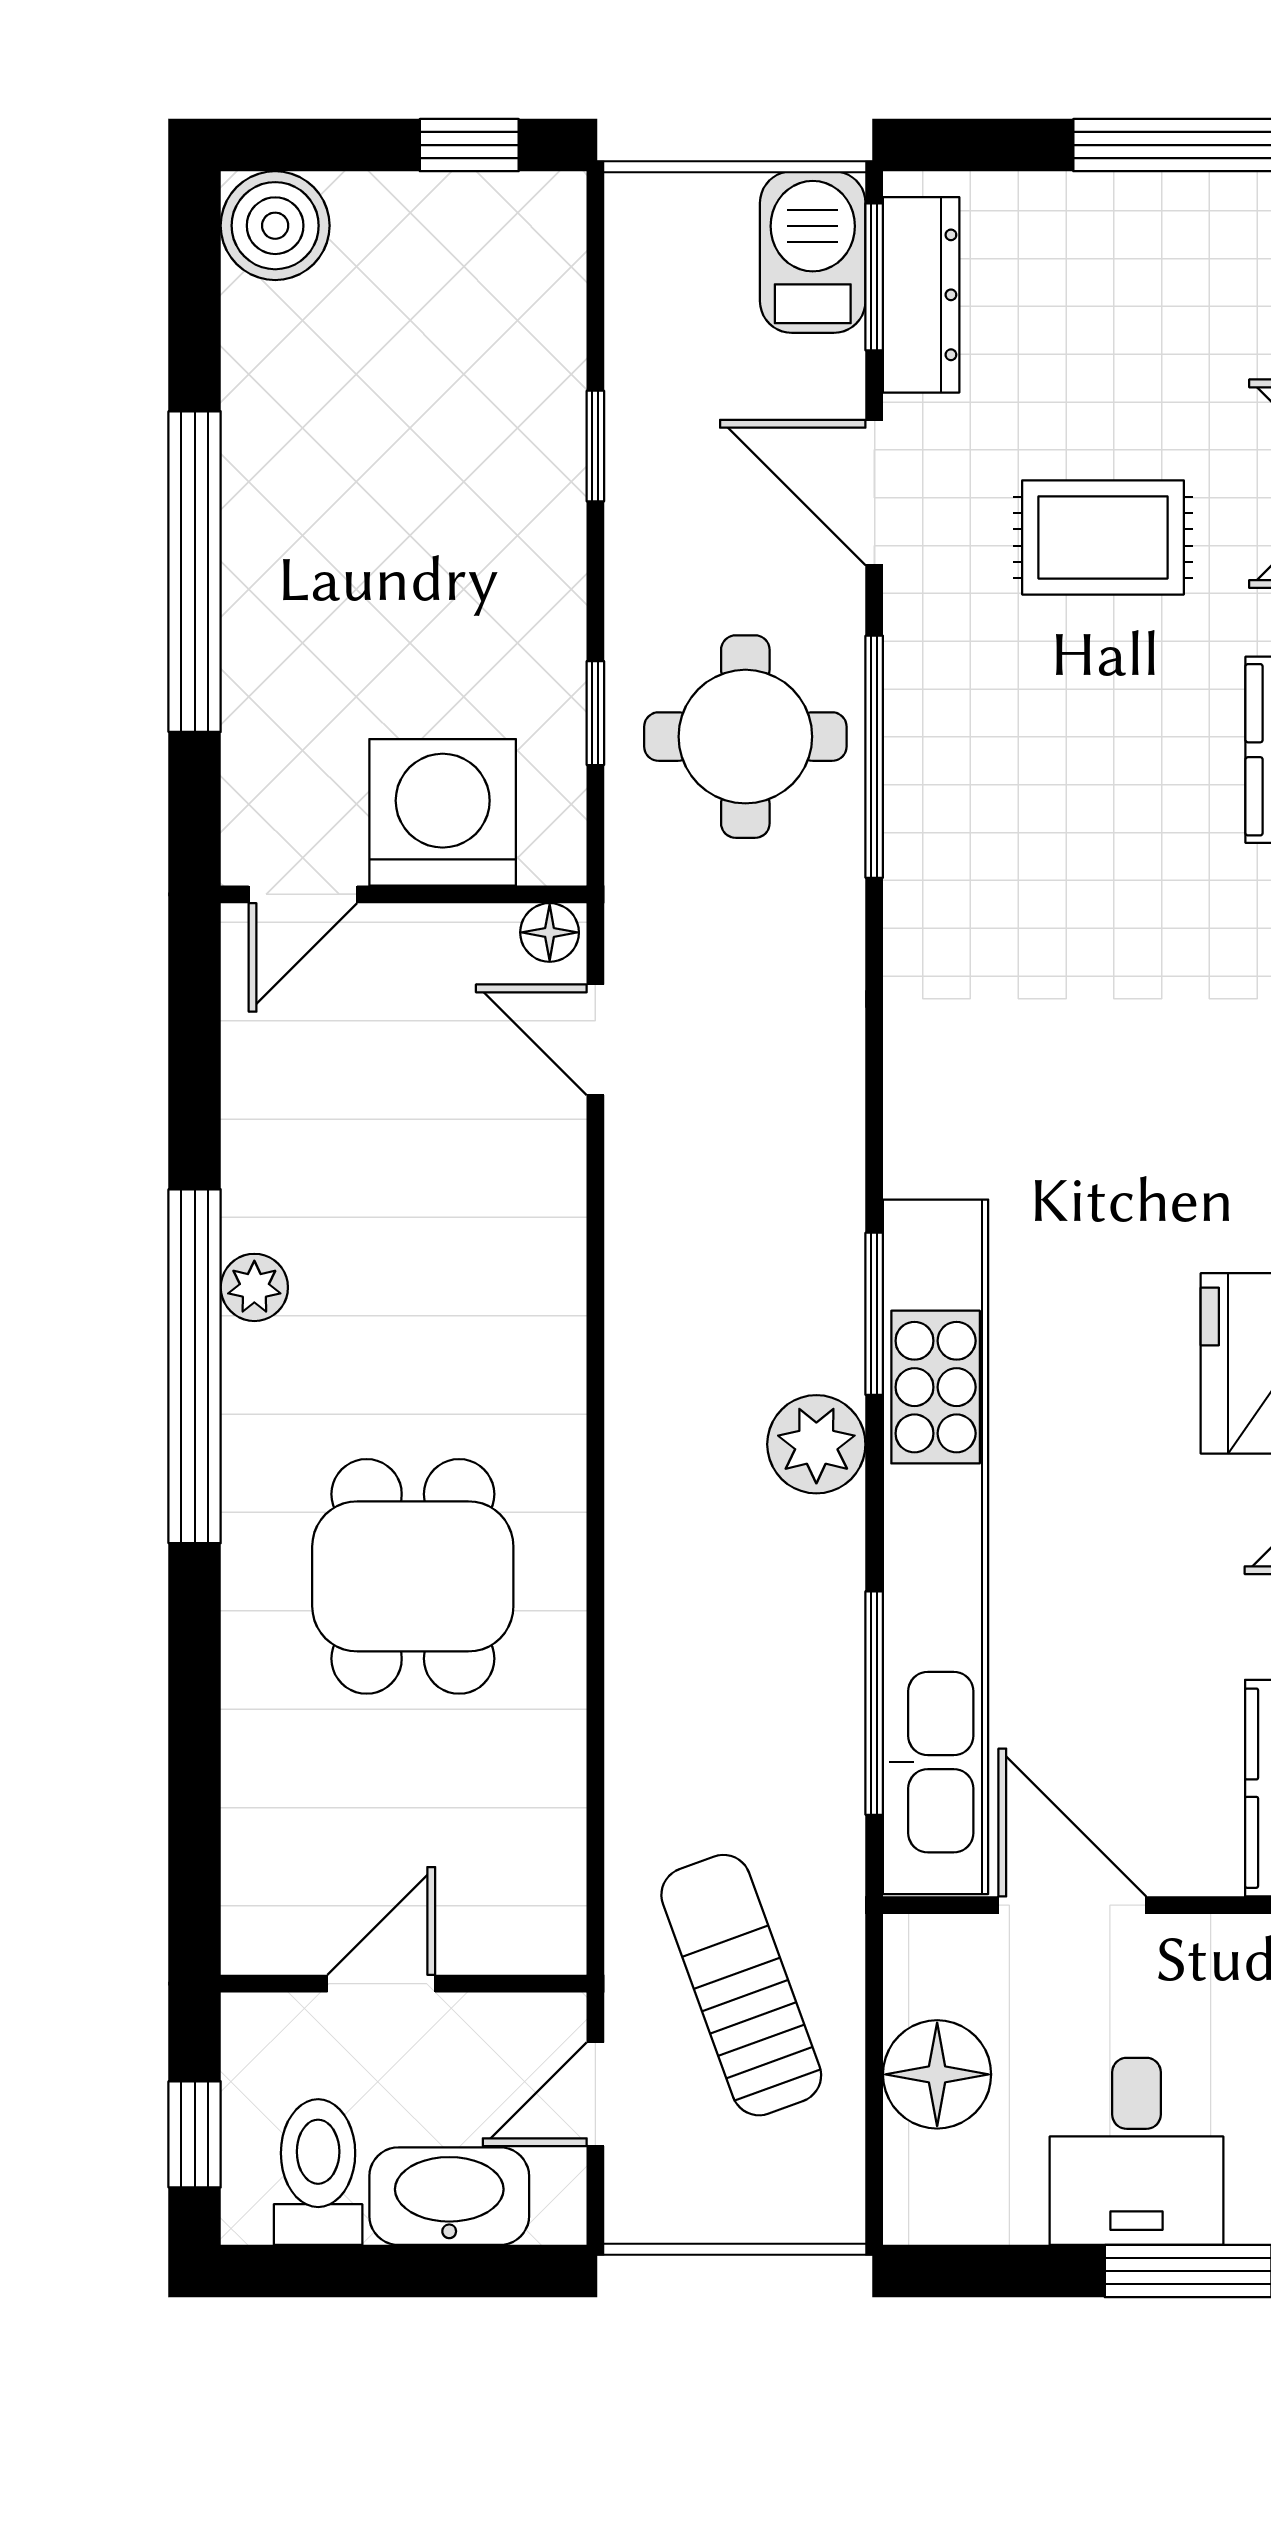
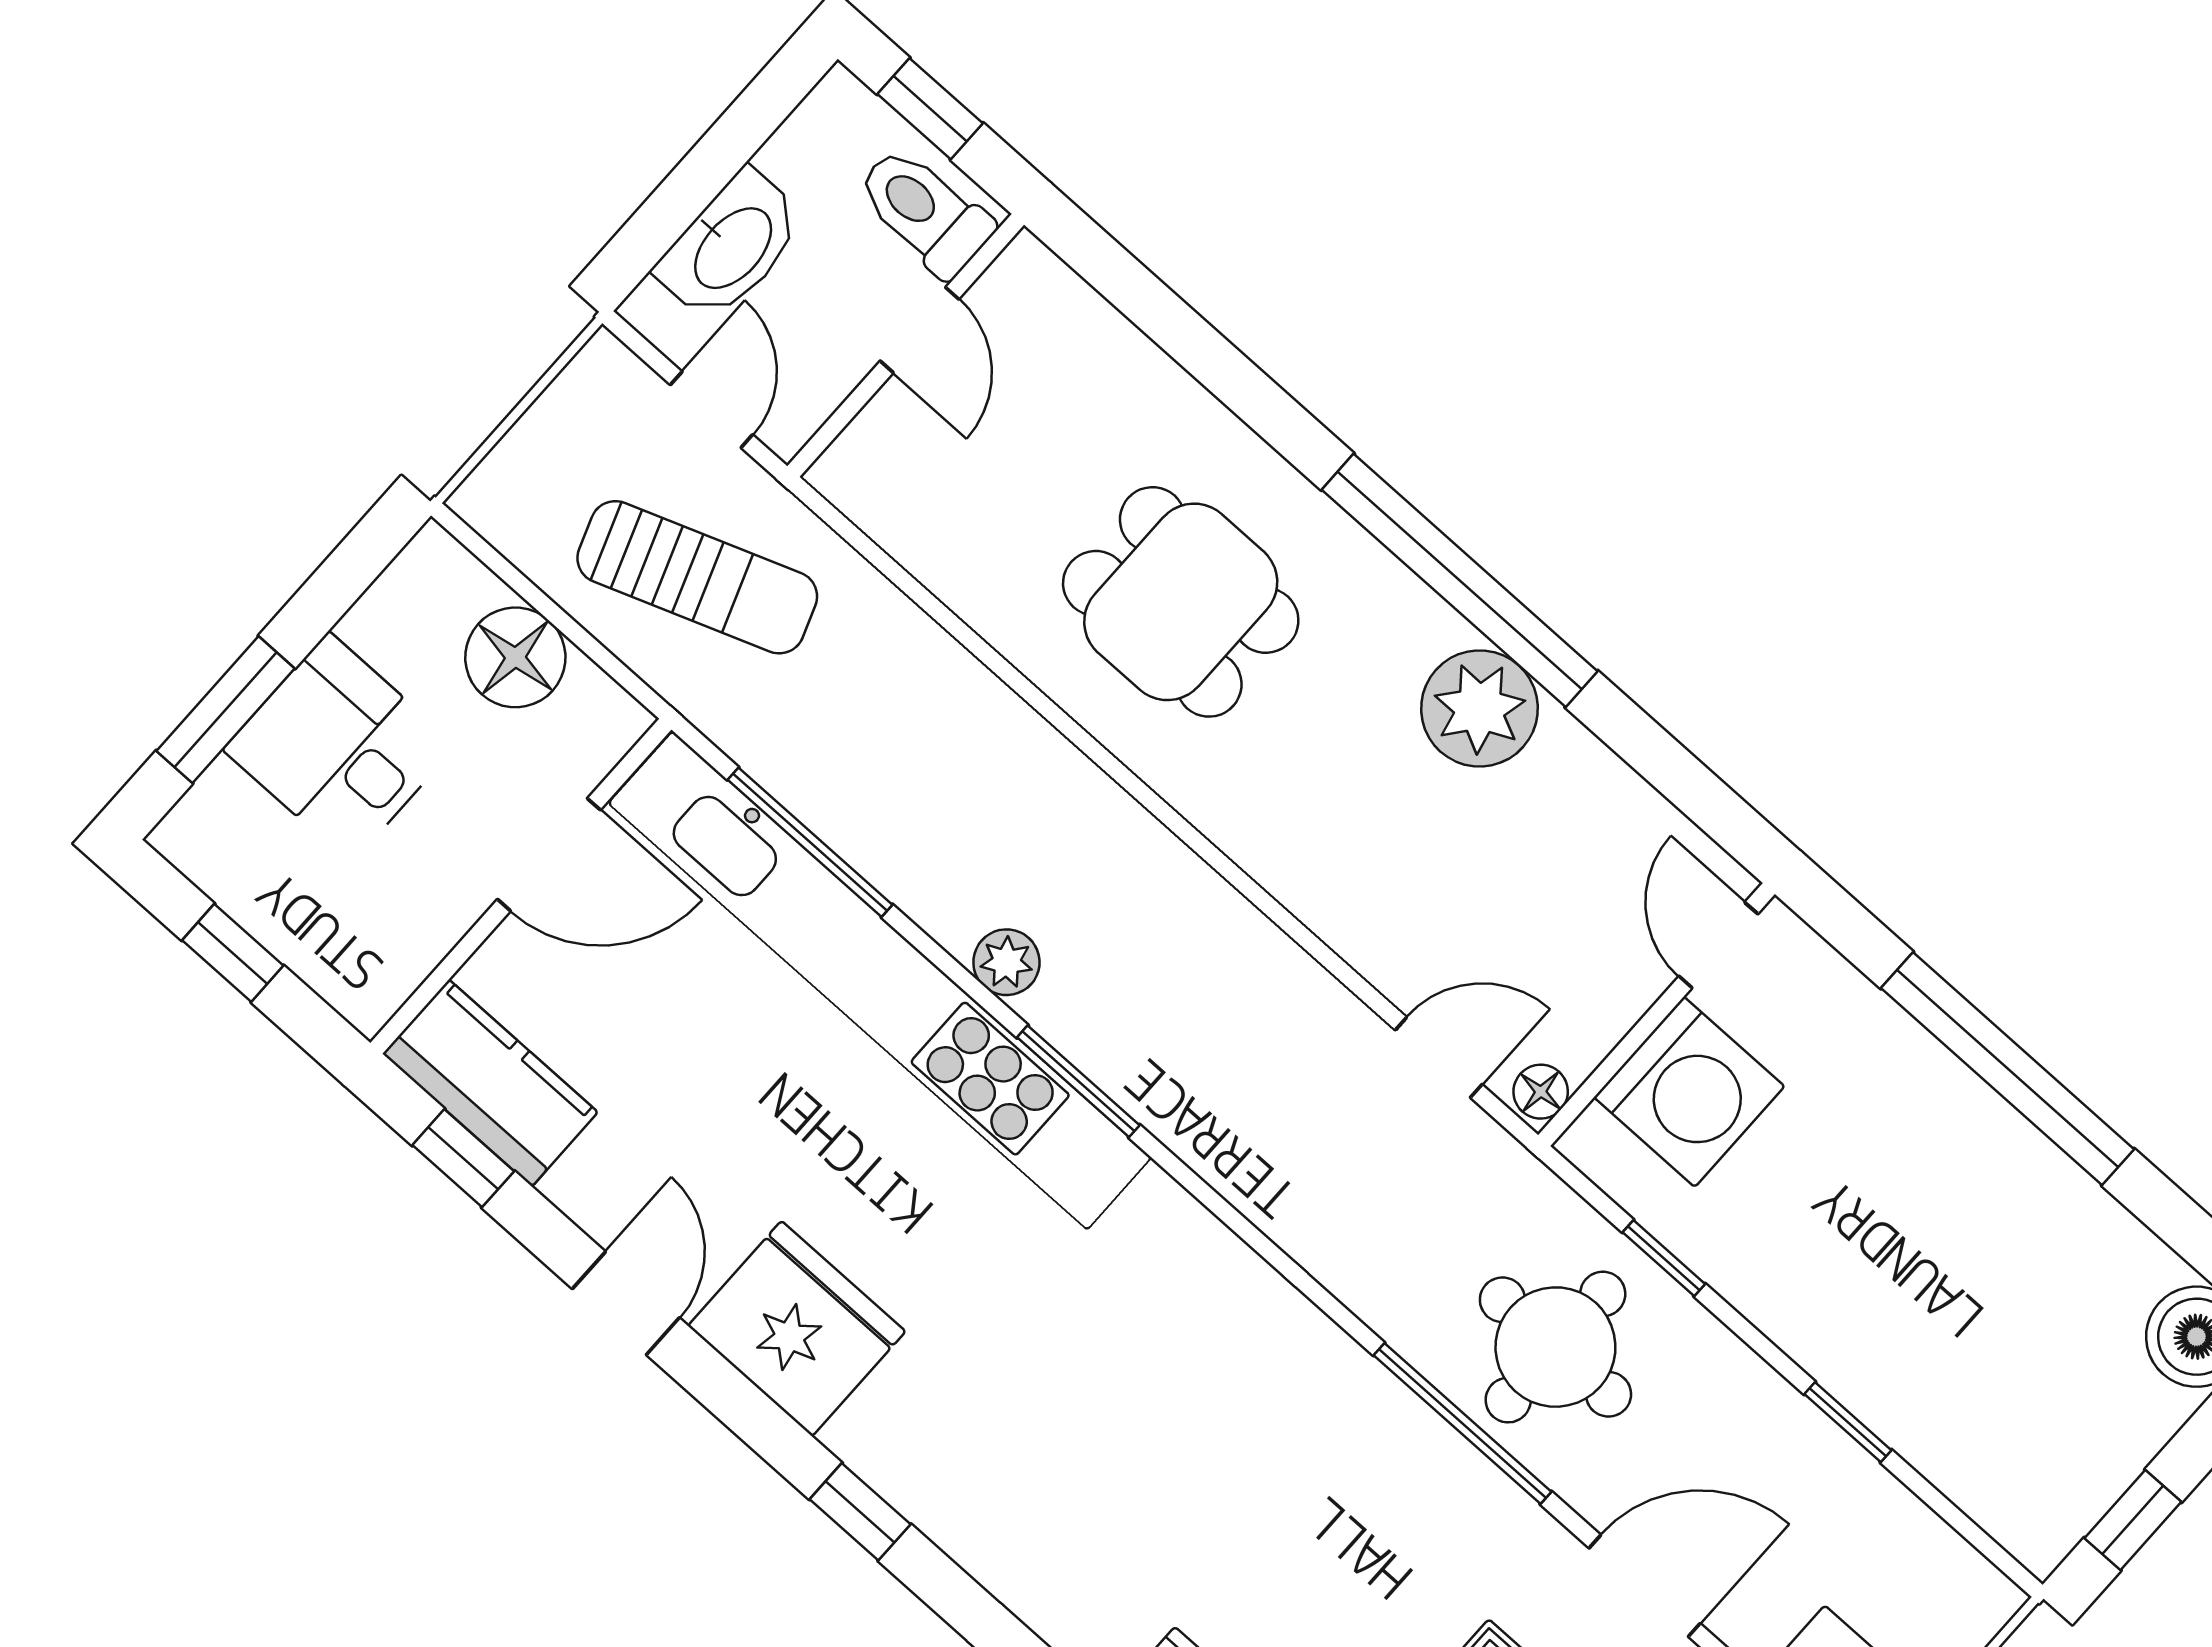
plant: (254, 1287) -> (1479, 708), width x1.88, depth x1.88
plant: (816, 1444) -> (1006, 962), width x0.73, depth x0.73
toilet: (318, 2172) -> (924, 211), moved, turned 180

